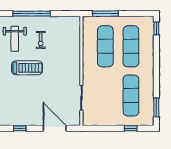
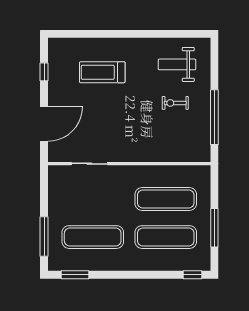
window: (32, 14) -> (214, 117), moved
window: (105, 14) -> (214, 228), moved
treadmill: (27, 68) -> (102, 72), moved, turned 90
window: (131, 128) -> (44, 236), width x2.17

